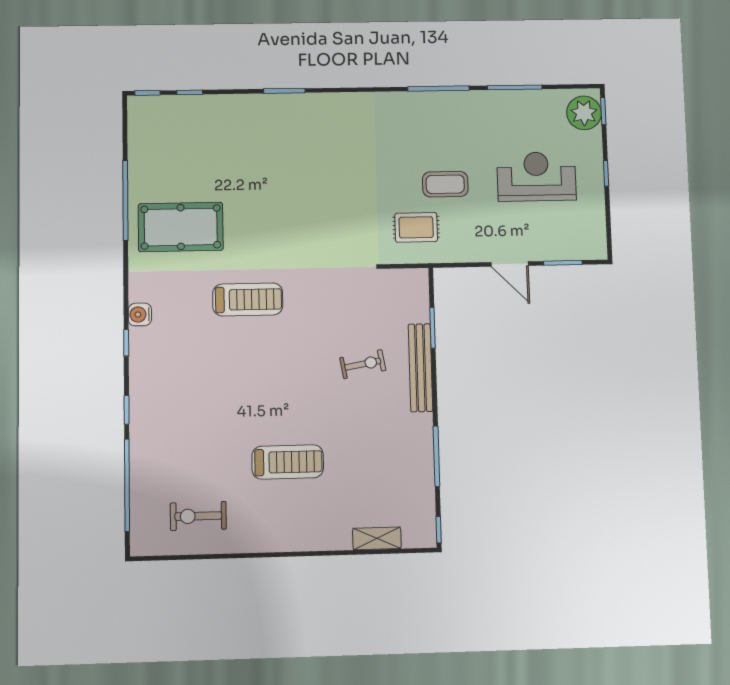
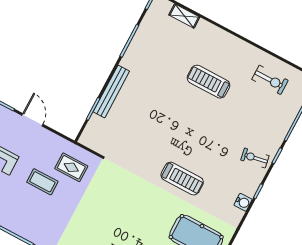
treadmill: (248, 299) -> (182, 179), turned 180
exercise bike: (363, 364) -> (255, 158), moved

